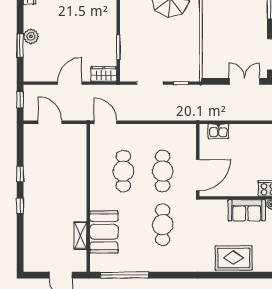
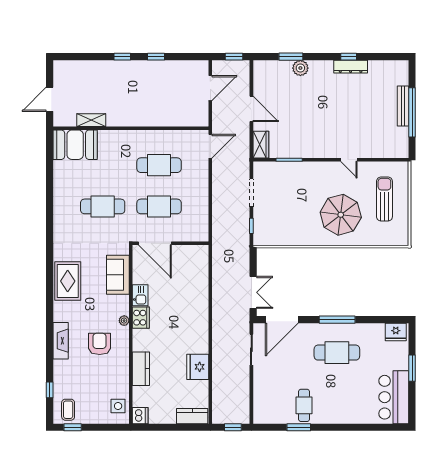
kitchen sink: (218, 131) -> (140, 295), moved, turned 180
sofa: (247, 210) -> (118, 275), moved
booth: (104, 232) -> (75, 145), moved
window: (124, 275) -> (50, 166), removed

